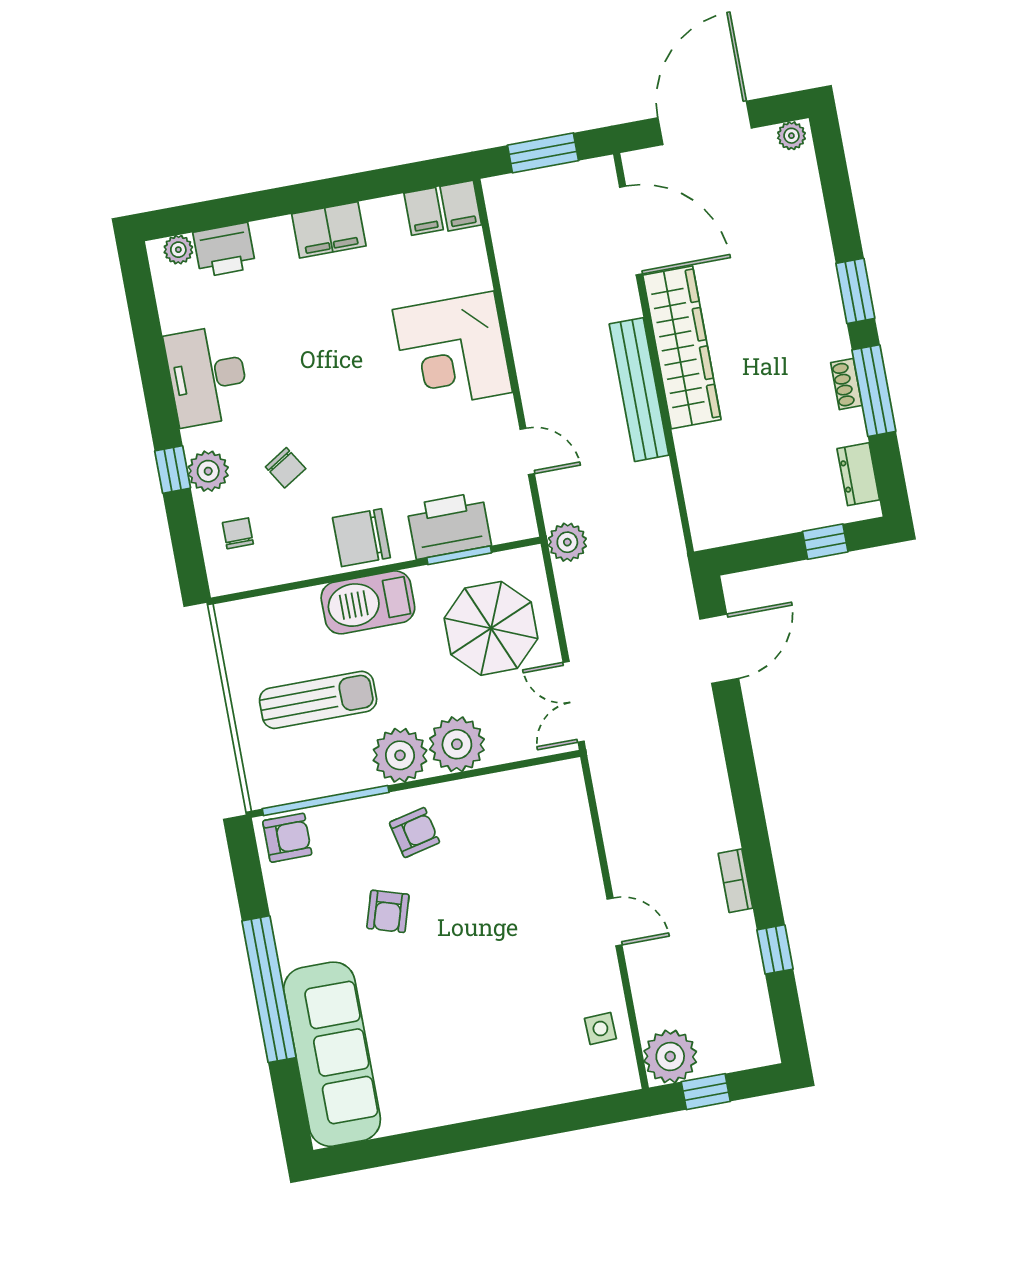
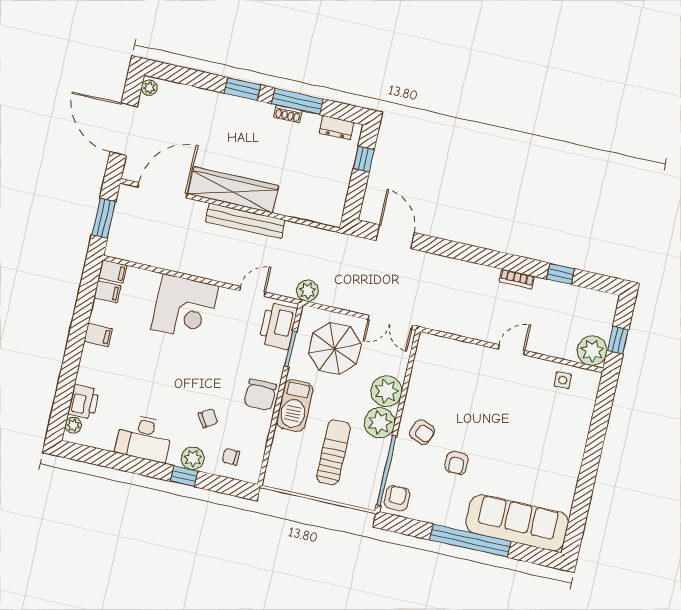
filing cabinet: (329, 230) -> (98, 335), width x0.50
printer: (449, 525) -> (278, 326), moved
armchair: (414, 833) -> (422, 432), turned 124
armchair: (388, 911) -> (457, 463), turned 73

